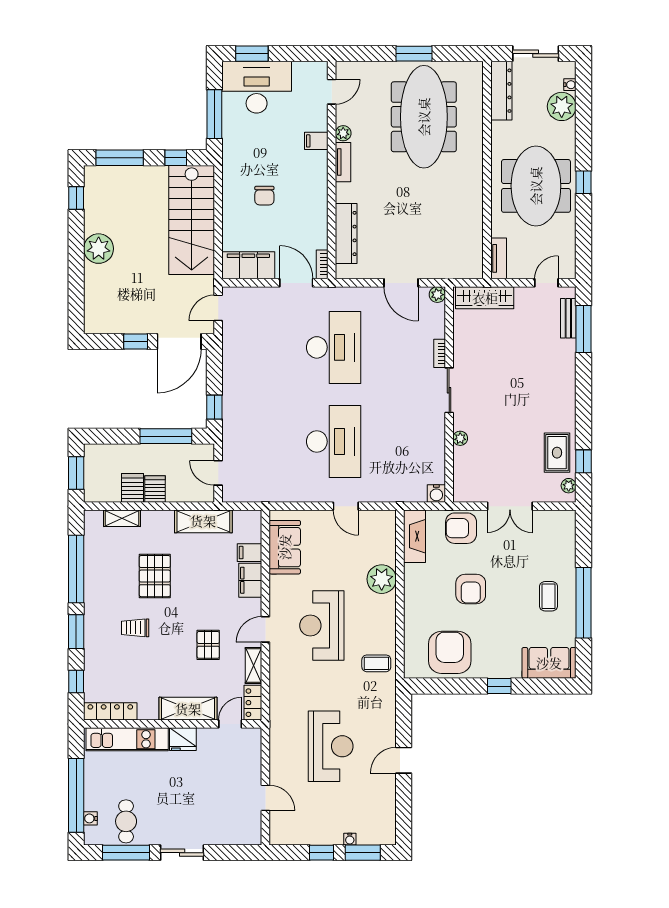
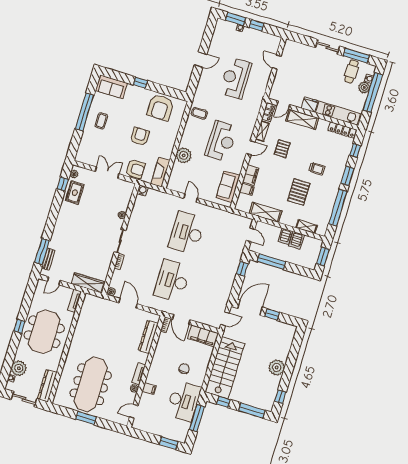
desk: (257, 87) -> (183, 401), moved, turned -90
plant: (94, 800) -> (364, 87), added

